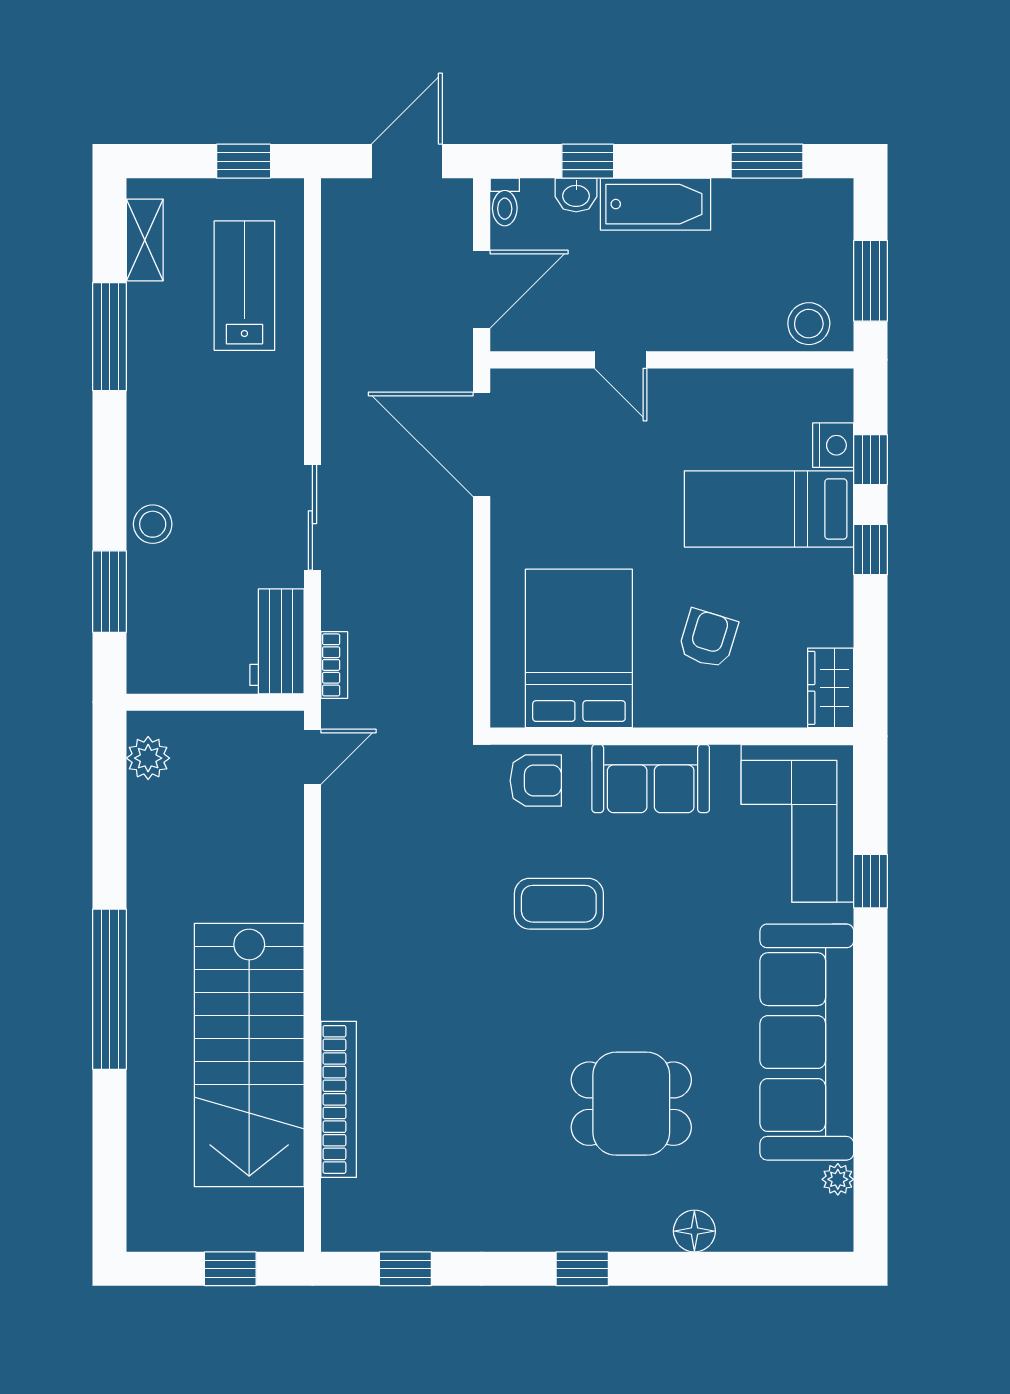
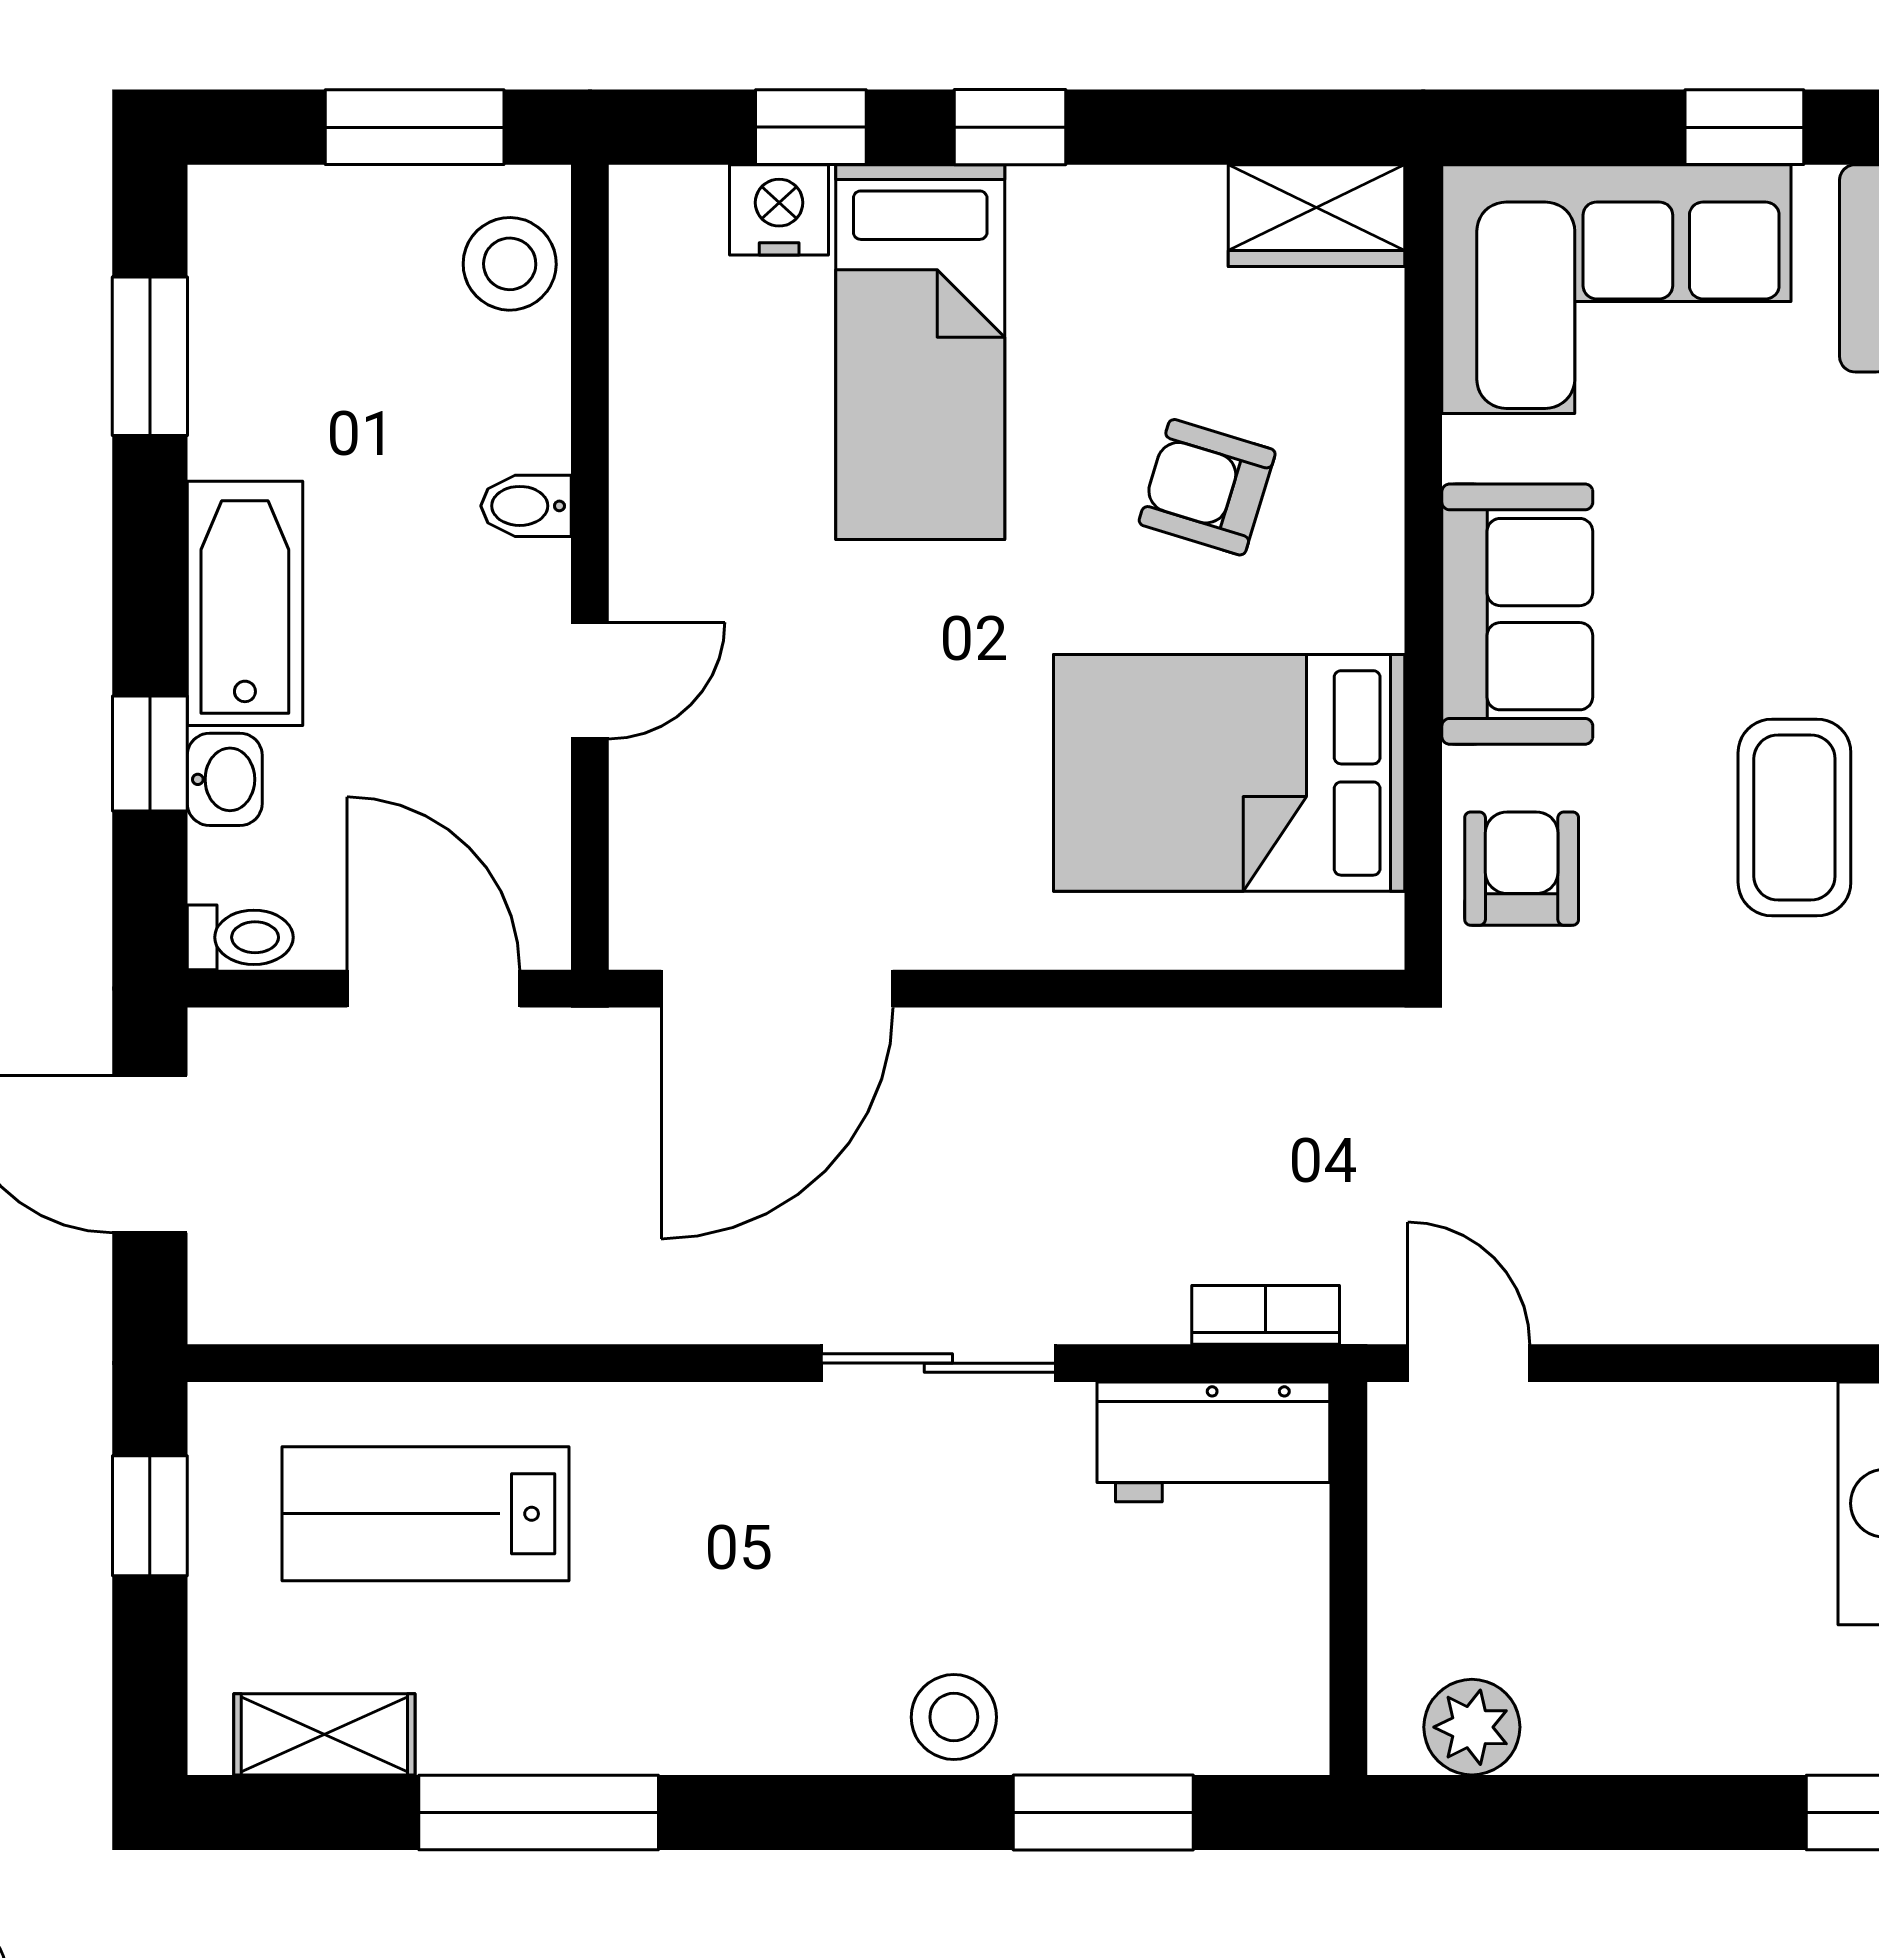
bidet: (700, 331) -> (526, 506), added

